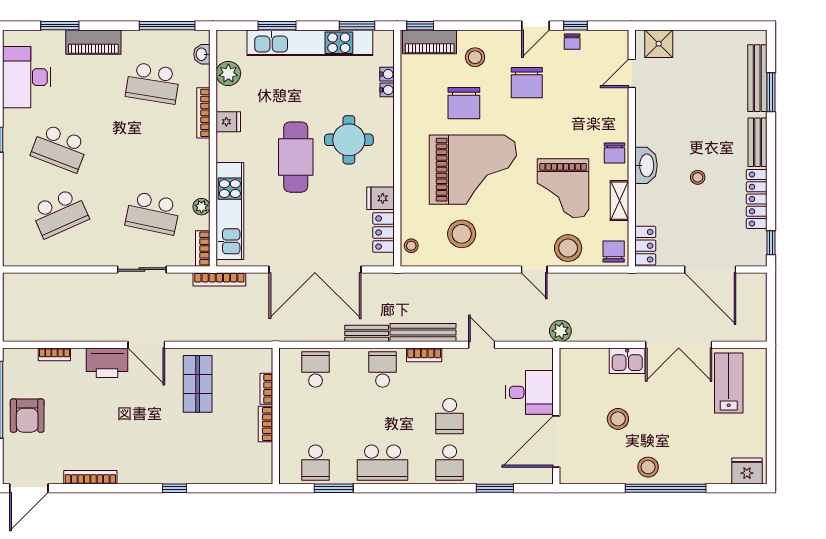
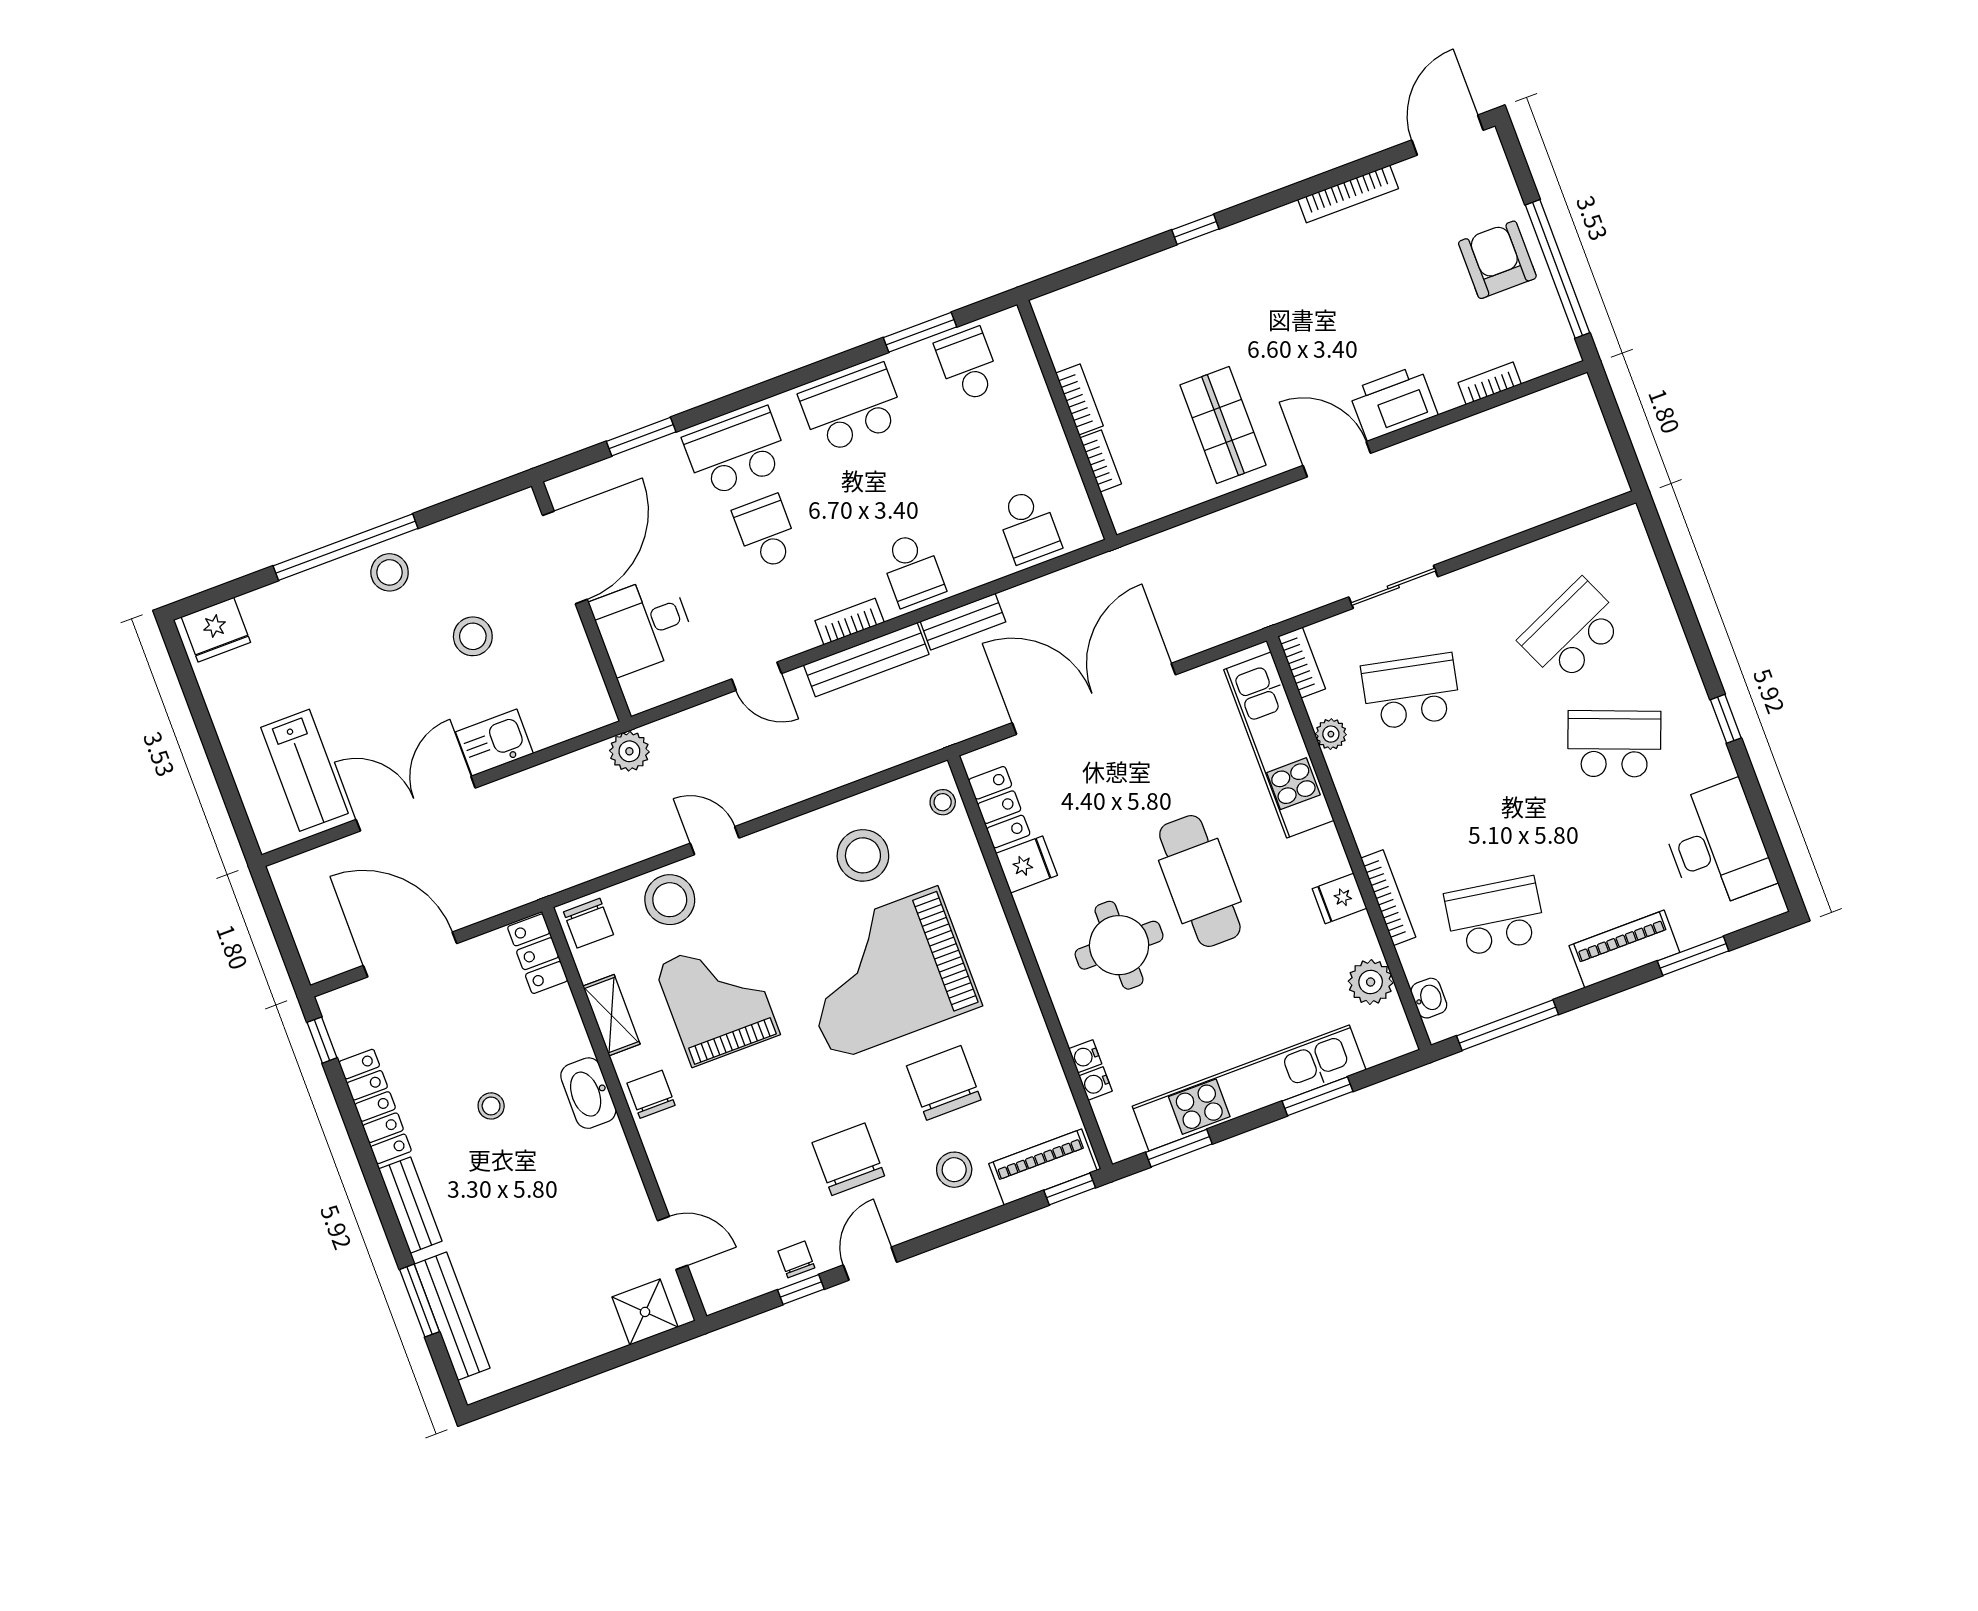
door: (632, 73) -> (673, 1243), hinge flipped
bookcase: (219, 279) -> (1253, 620), removed
school desk: (450, 463) -> (736, 452), width x1.85

